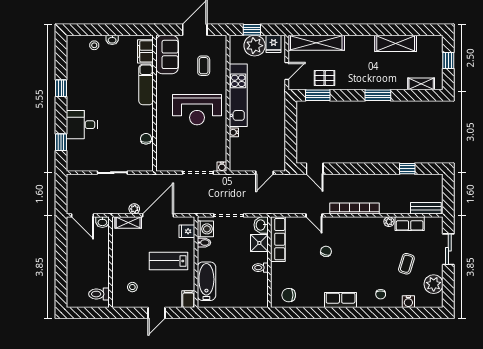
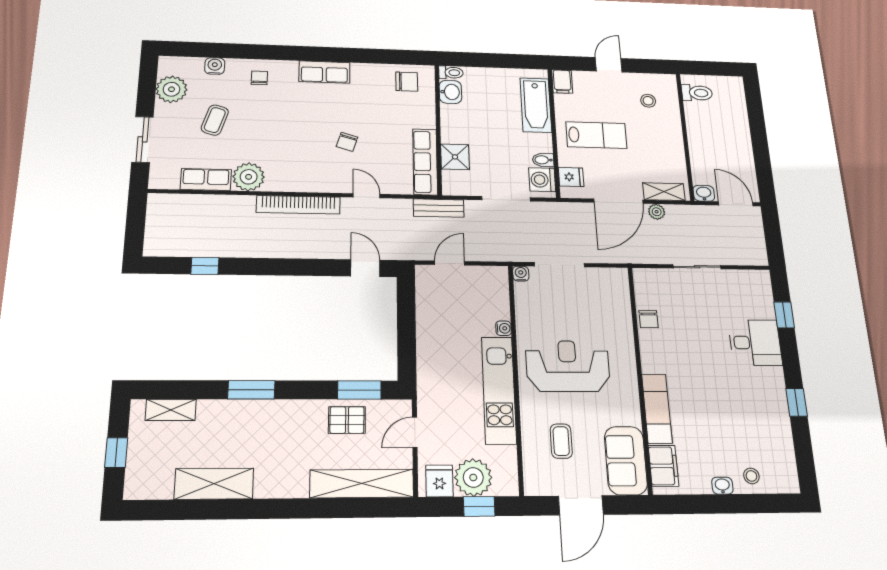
bench: (426, 208) -> (439, 208), moved
plant: (389, 222) -> (249, 177), width x1.88, depth x1.88
washbasin: (261, 225) -> (450, 92), moved
toilet: (260, 268) -> (451, 73), moved

